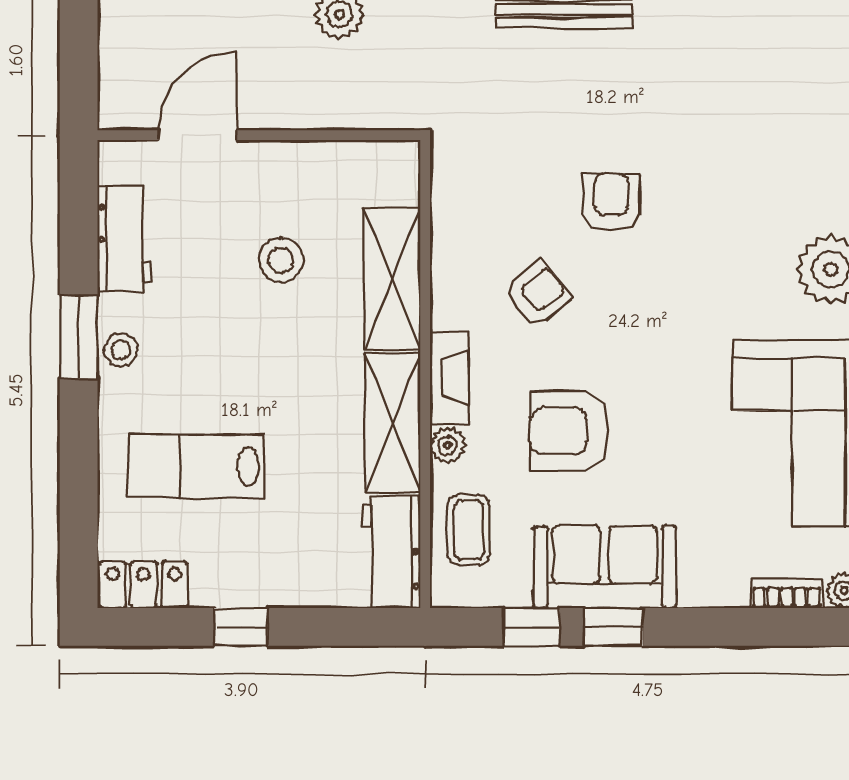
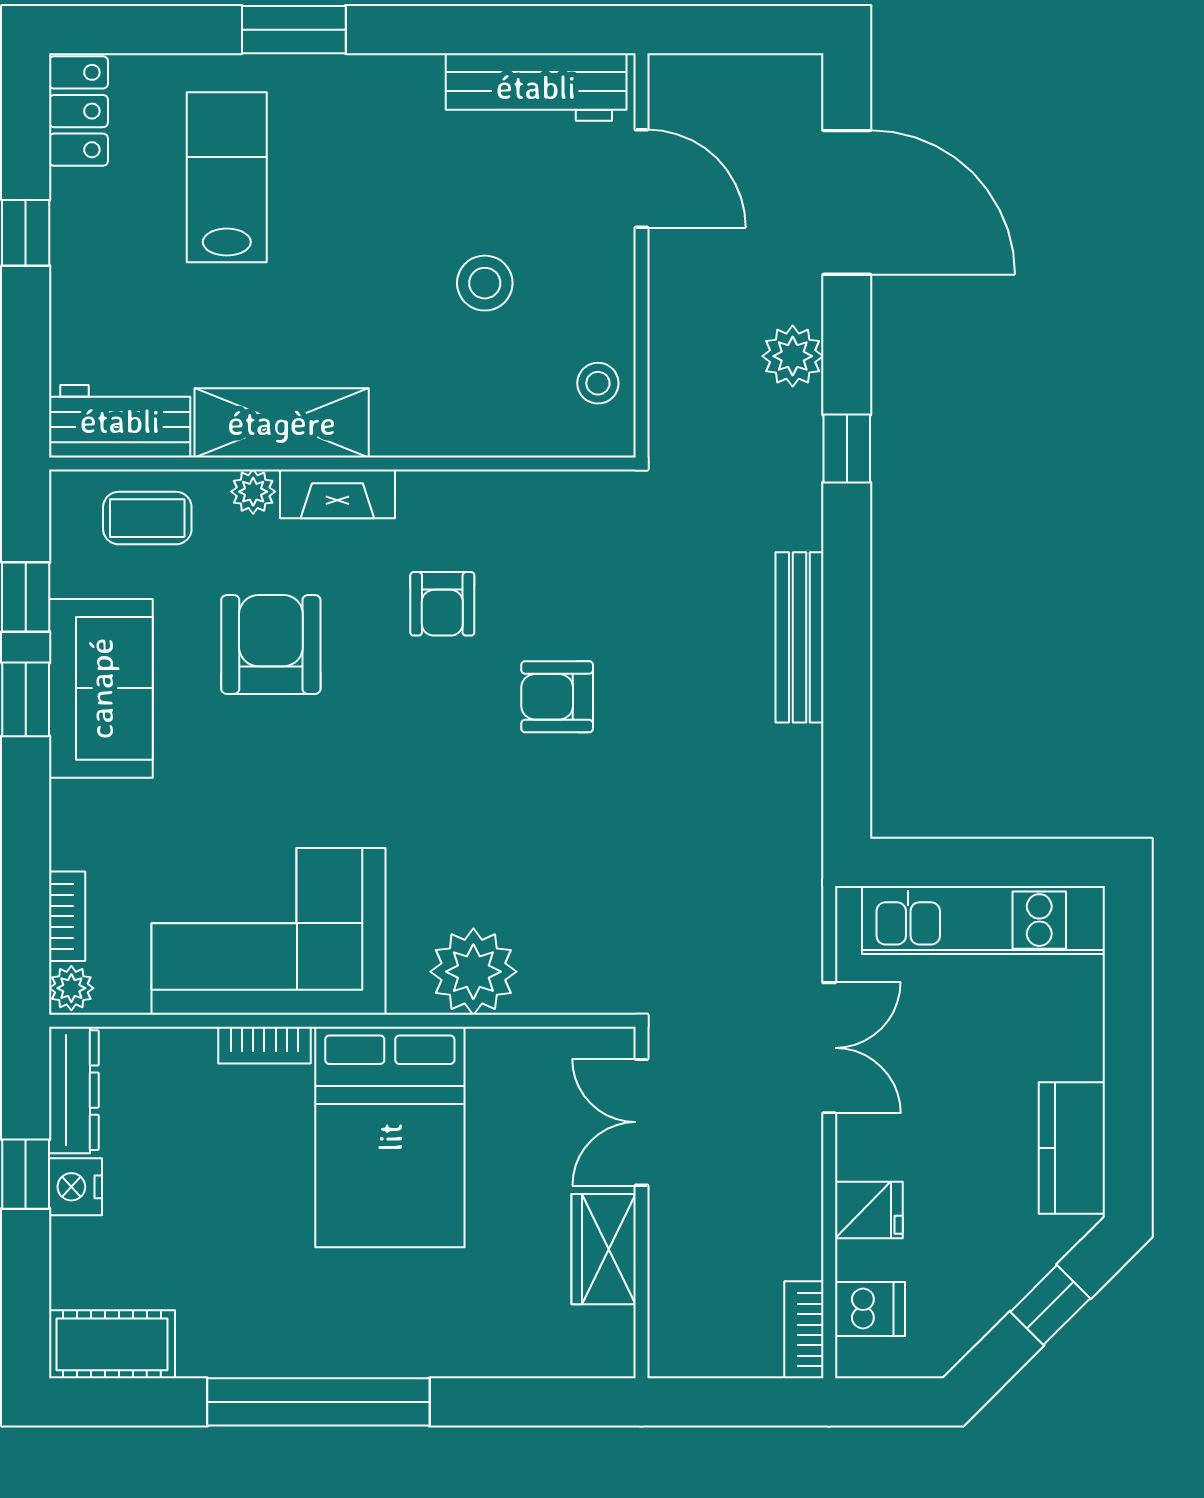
armchair: (611, 203) -> (557, 697), turned 180
workbench: (124, 239) -> (536, 87), width x1.38
shelving: (392, 279) -> (462, 422), removed
armchair: (537, 294) -> (442, 604), turned 38
window: (79, 337) -> (294, 30), moved
stool: (121, 350) -> (598, 383), moved

